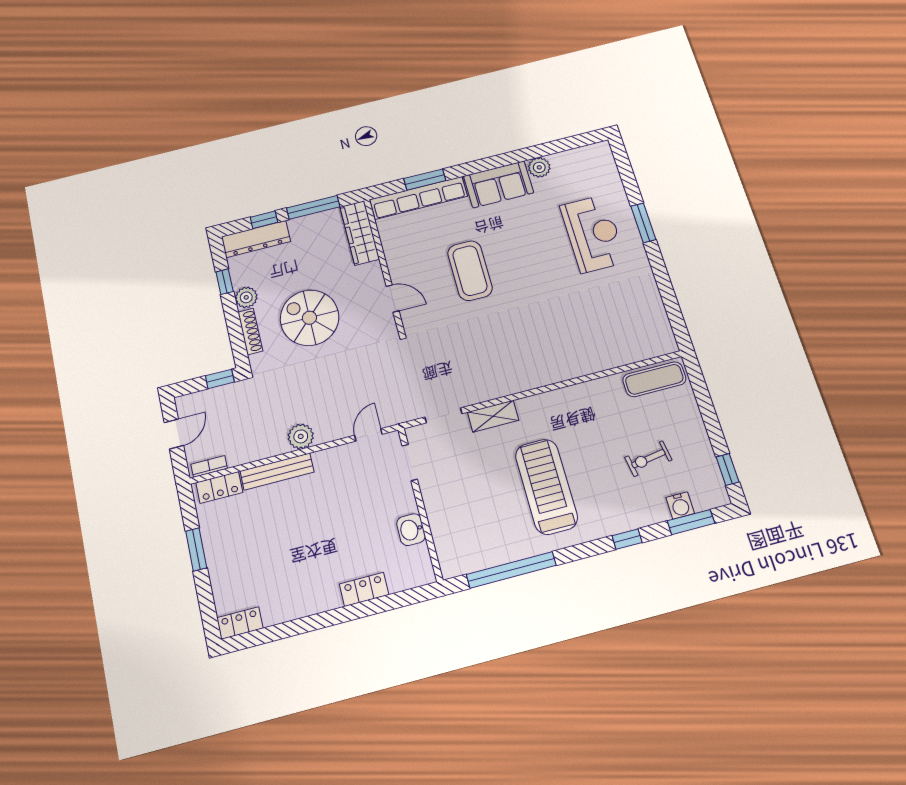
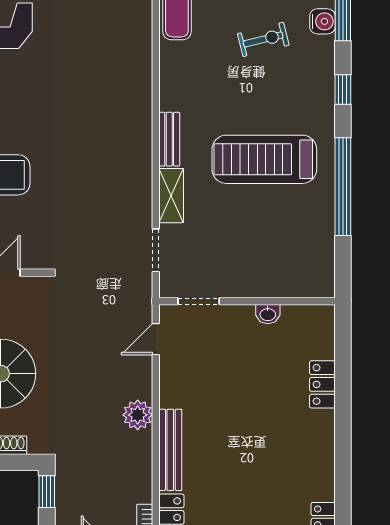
bench: (540, 402) -> (169, 139), added
door: (368, 435) -> (156, 339), hinge flipped
exercise bike: (648, 459) -> (263, 39), turned -95
washbasin: (411, 530) -> (268, 314), width x0.72, depth x0.69
window: (511, 570) -> (343, 187), moved

